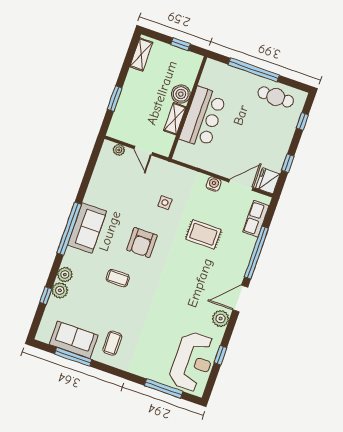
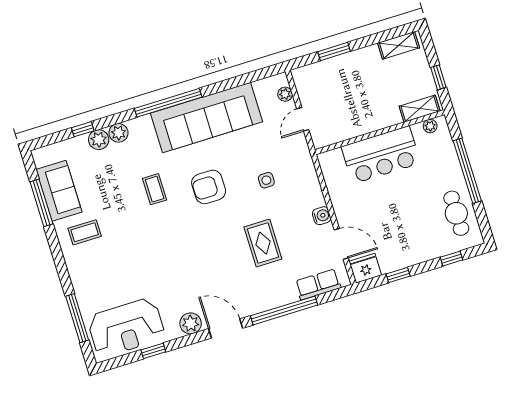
plant: (208, 72) -> (430, 126), added
boiler: (181, 94) -> (388, 115), removed
shelving: (175, 119) -> (420, 109), moved
sofa: (87, 228) -> (206, 118), width x1.85, depth x1.27

